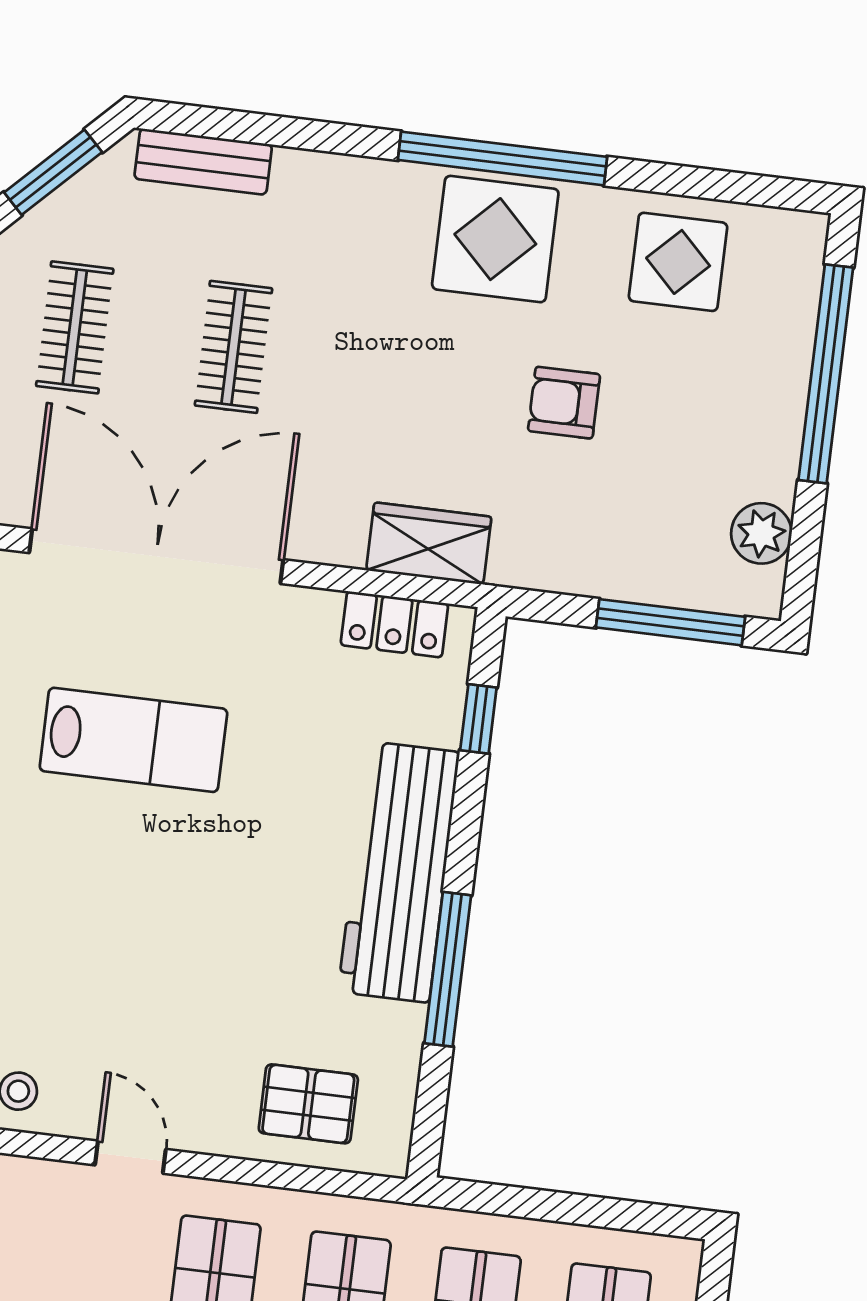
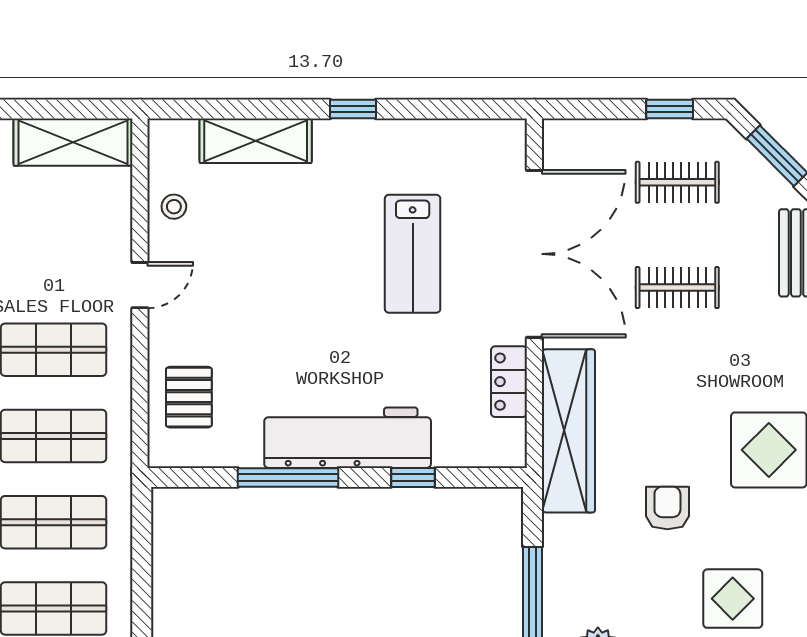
display table: (678, 262) -> (733, 599), moved
wardrobe: (429, 544) -> (568, 431), width x2.10, depth x1.17
locker: (394, 624) -> (509, 382), moved
window: (478, 719) -> (413, 477), moved

